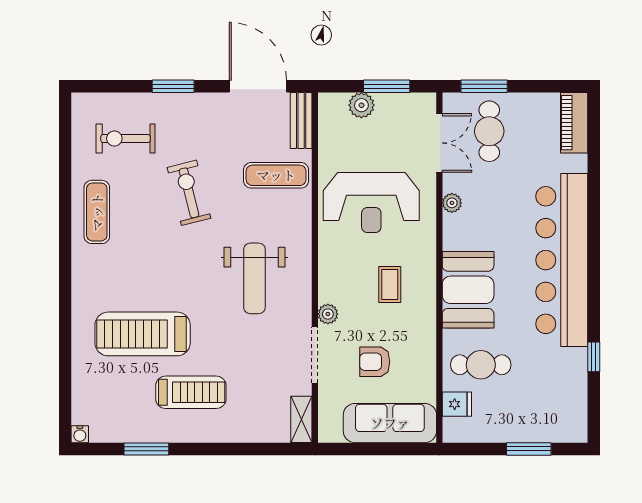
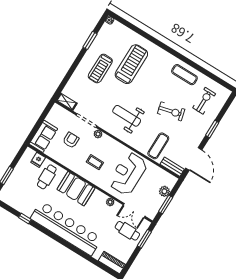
door: (258, 86) -> (194, 159), hinge flipped
sofa: (390, 423) -> (43, 136), width x0.73

